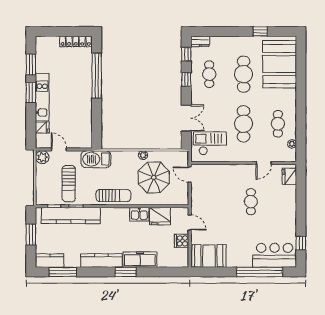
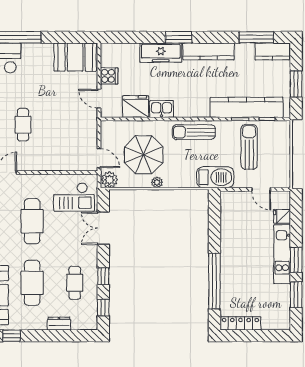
dresser: (200, 41) -> (59, 324), moved
plant: (42, 157) -> (109, 180), moved

